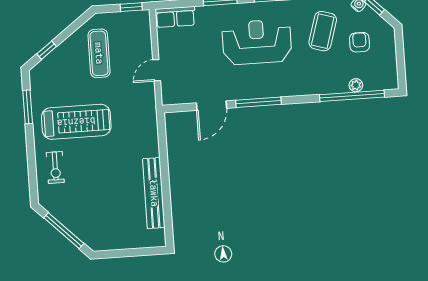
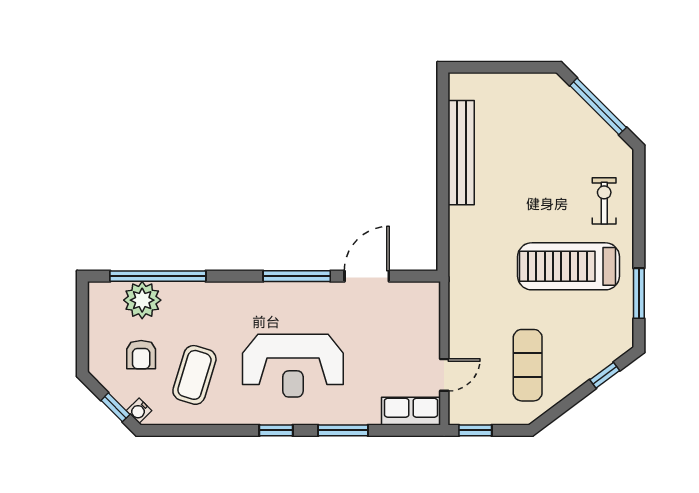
door: (157, 70) -> (444, 375), moved
plant: (356, 85) -> (142, 300), width x1.88, depth x1.88

